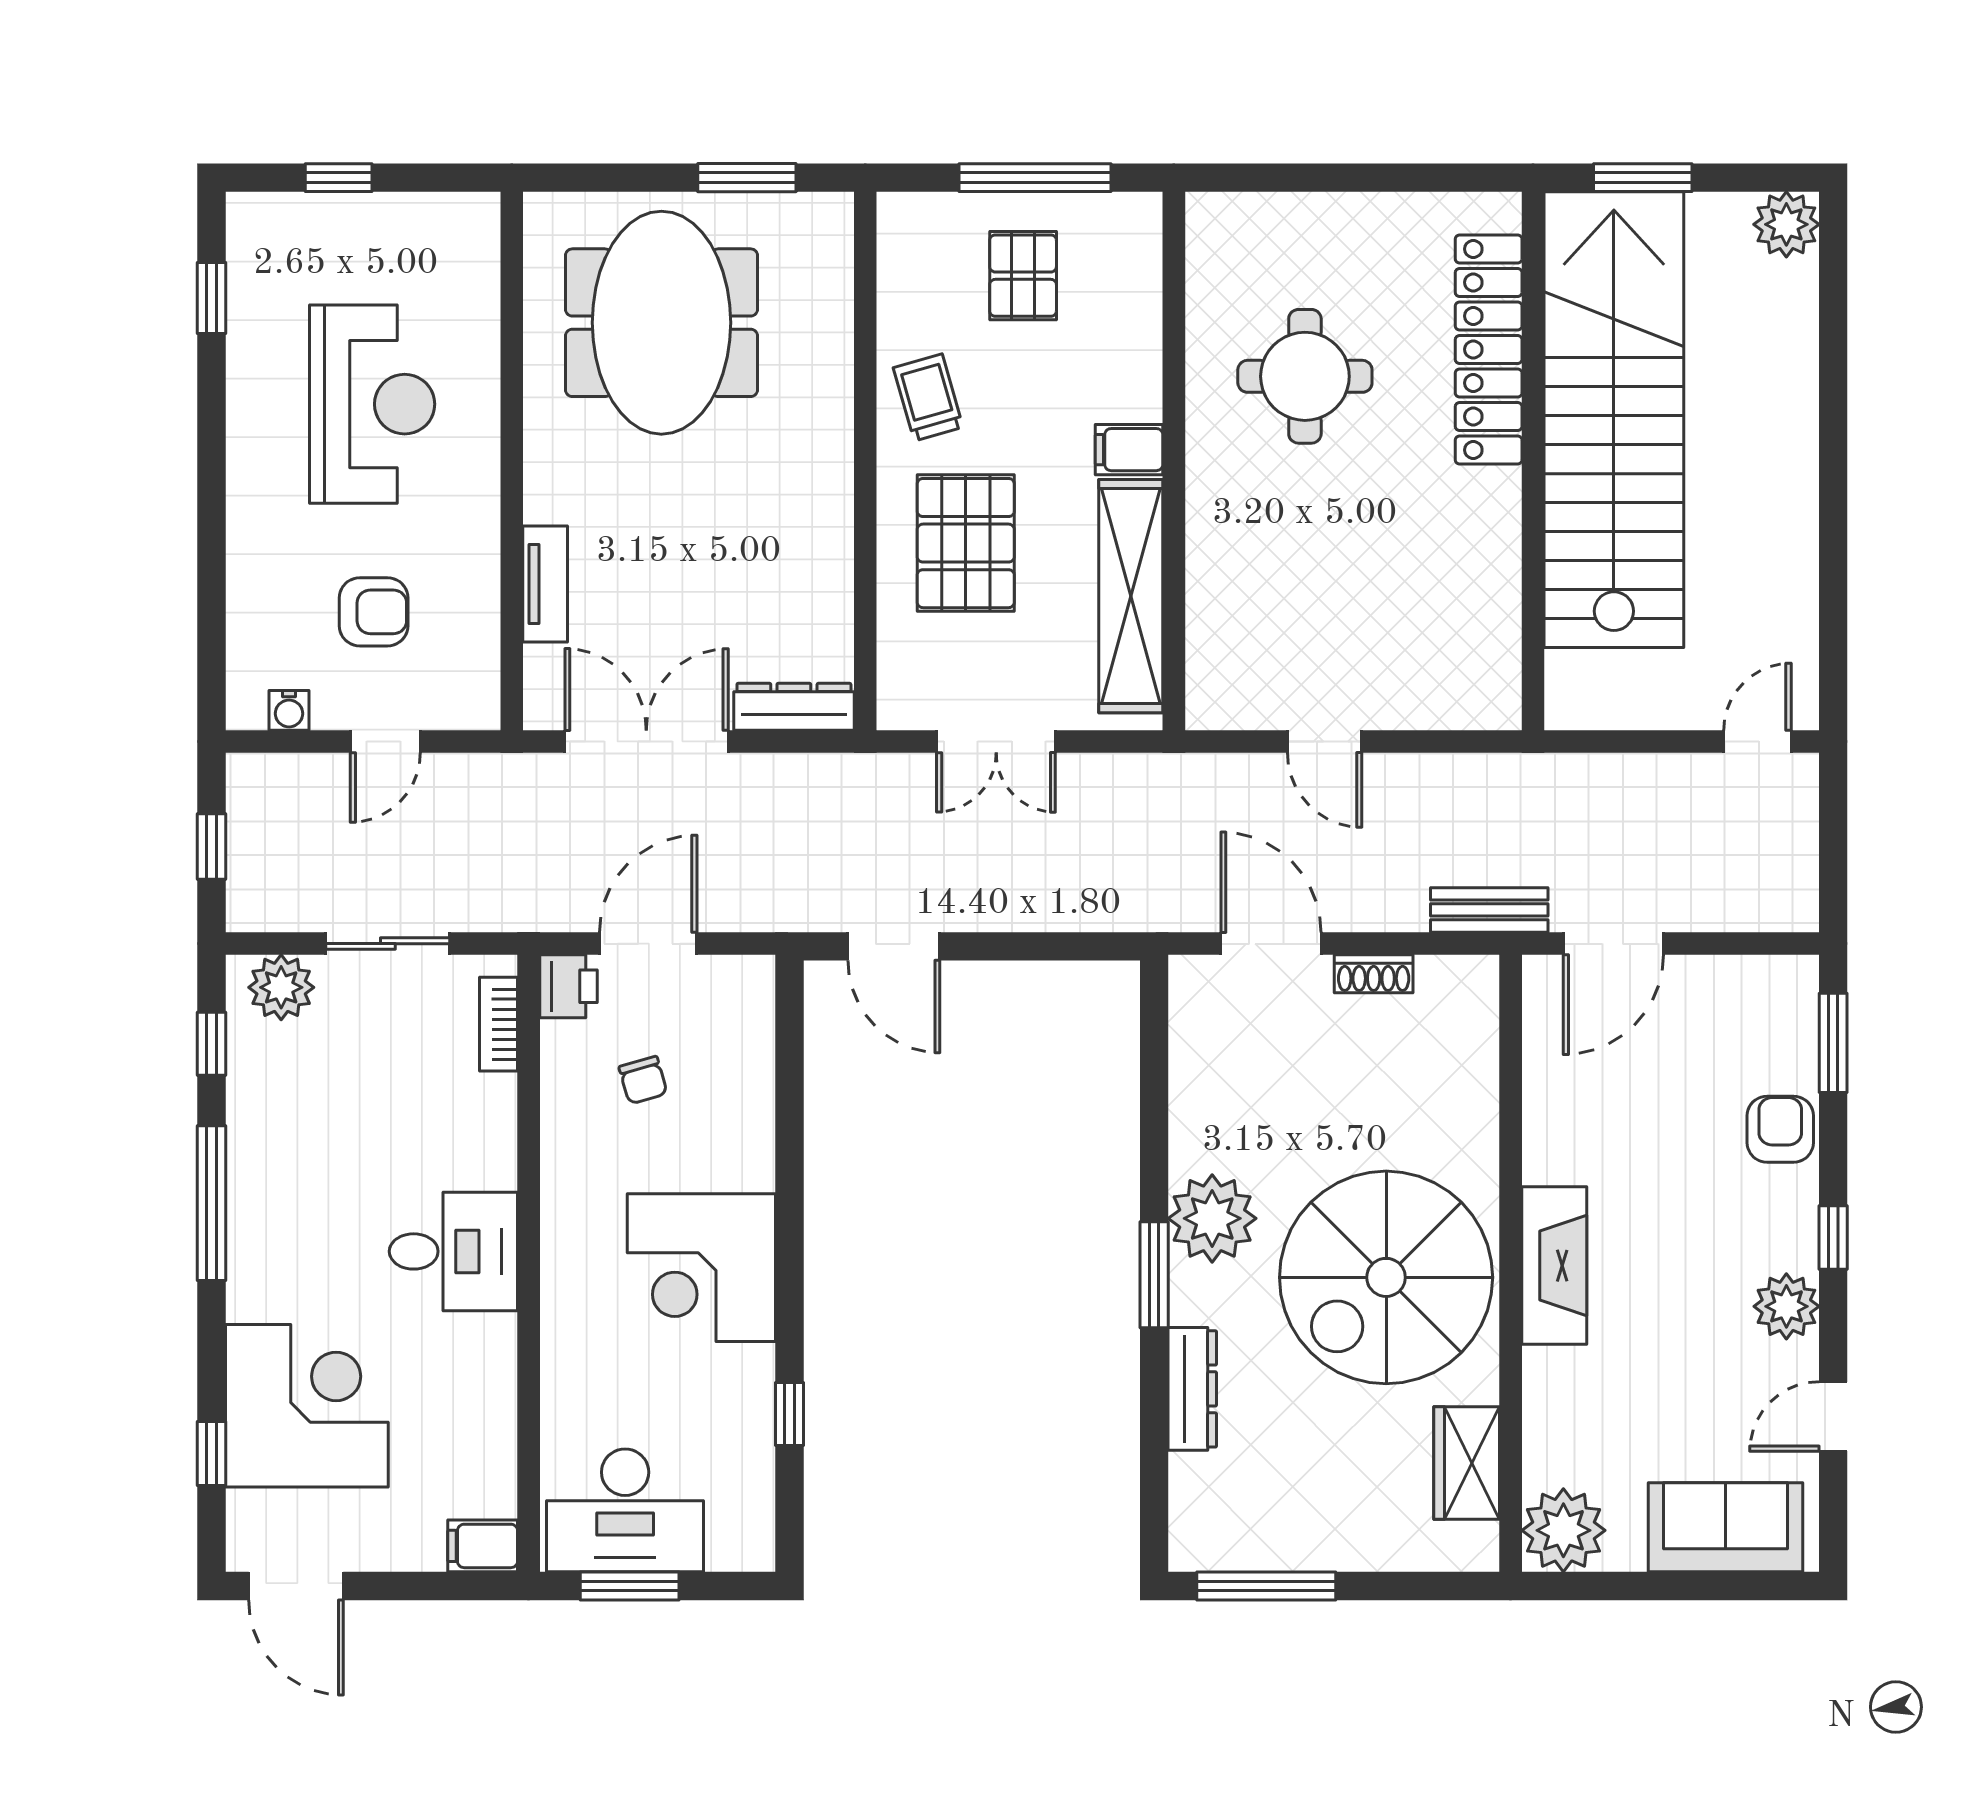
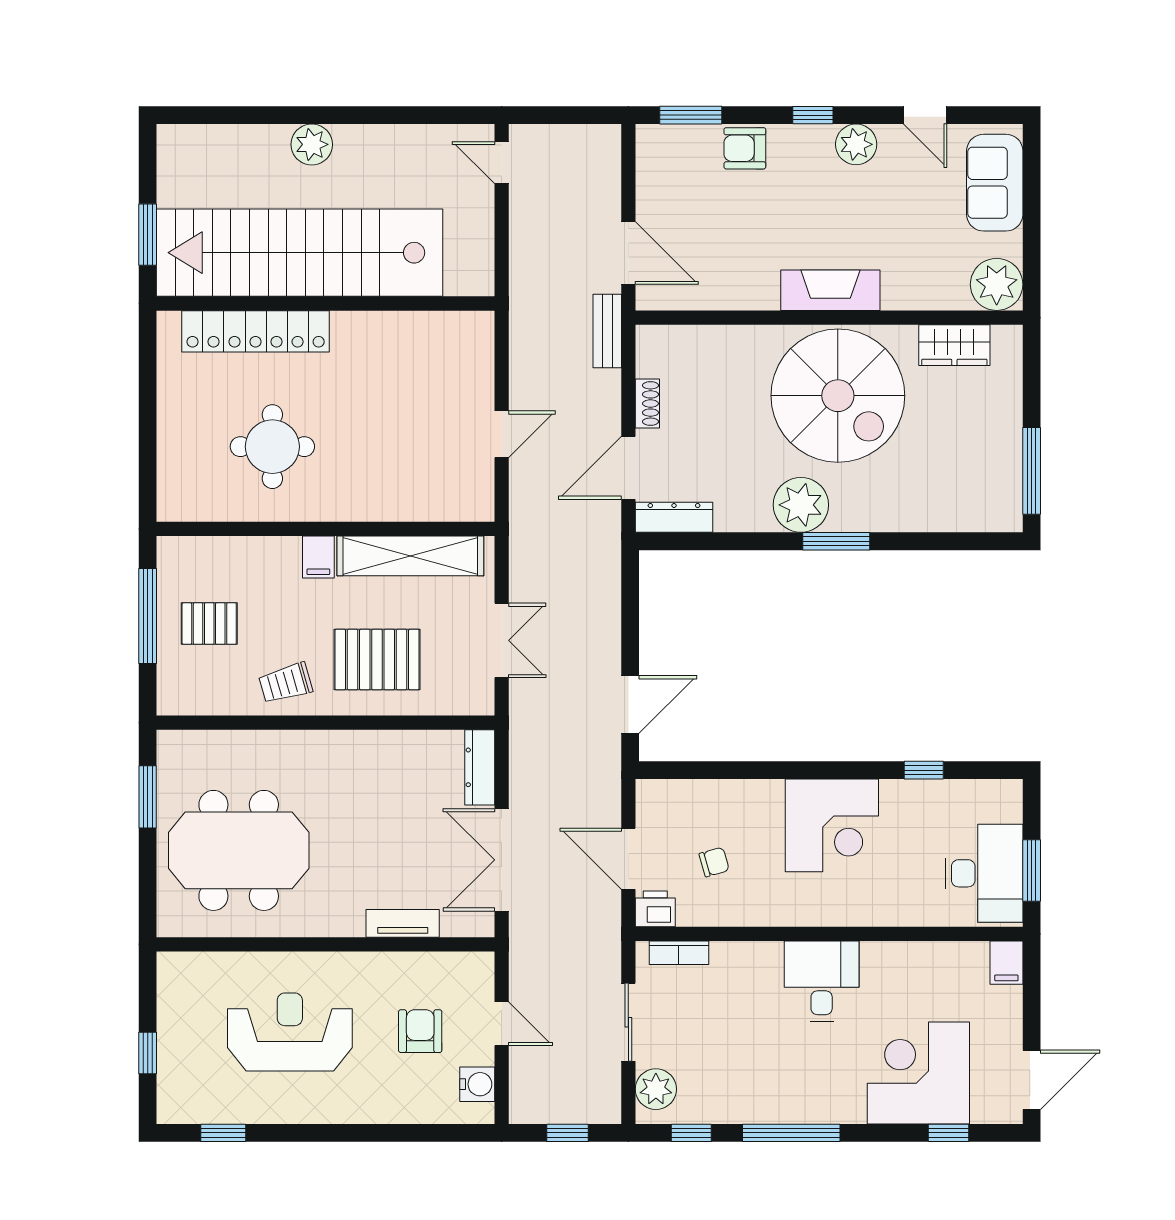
plant: (1786, 224) -> (312, 144), moved
water cooler: (289, 710) -> (477, 1084), width x1.38, depth x1.38
dresser: (1192, 1389) -> (674, 517), moved

